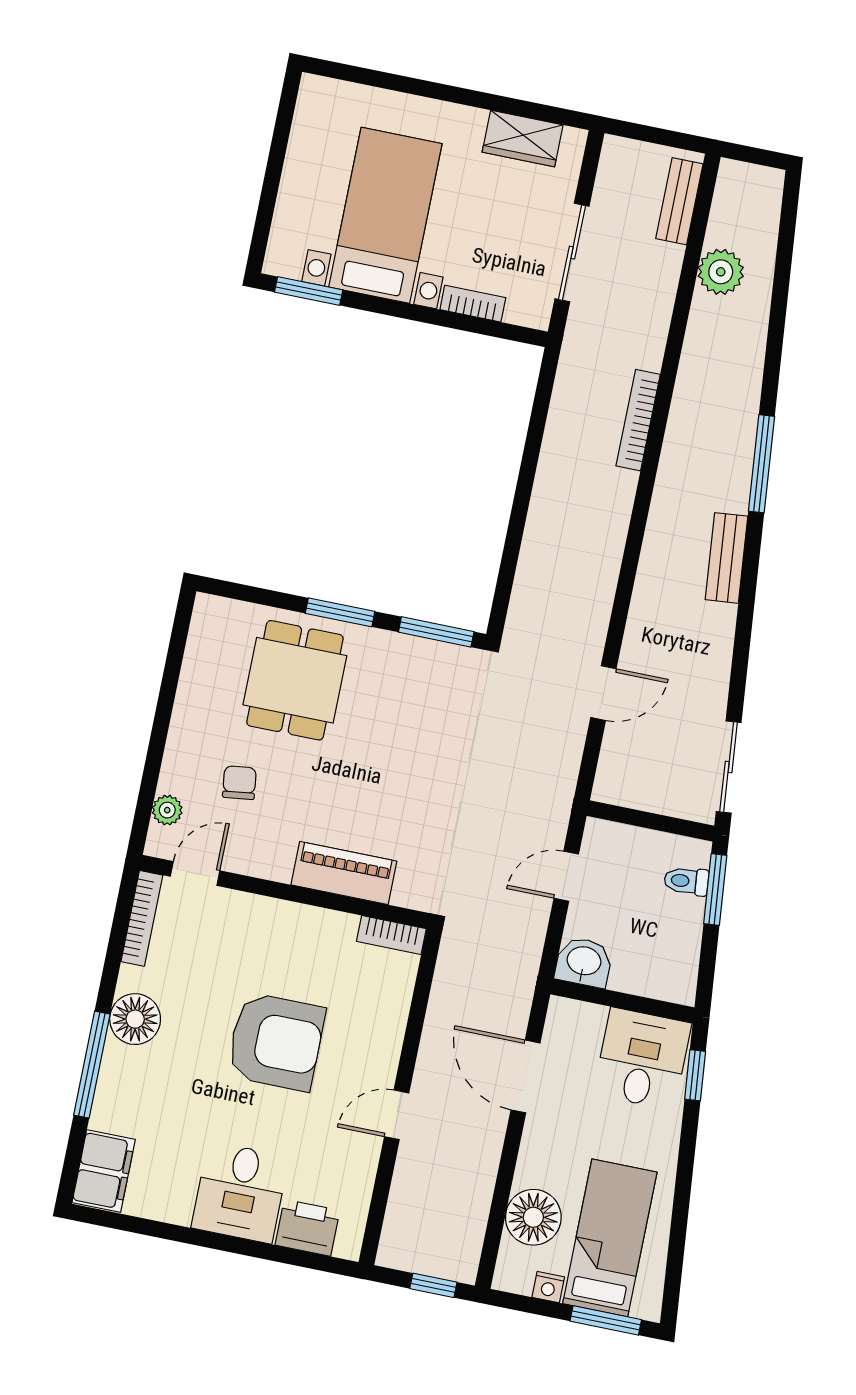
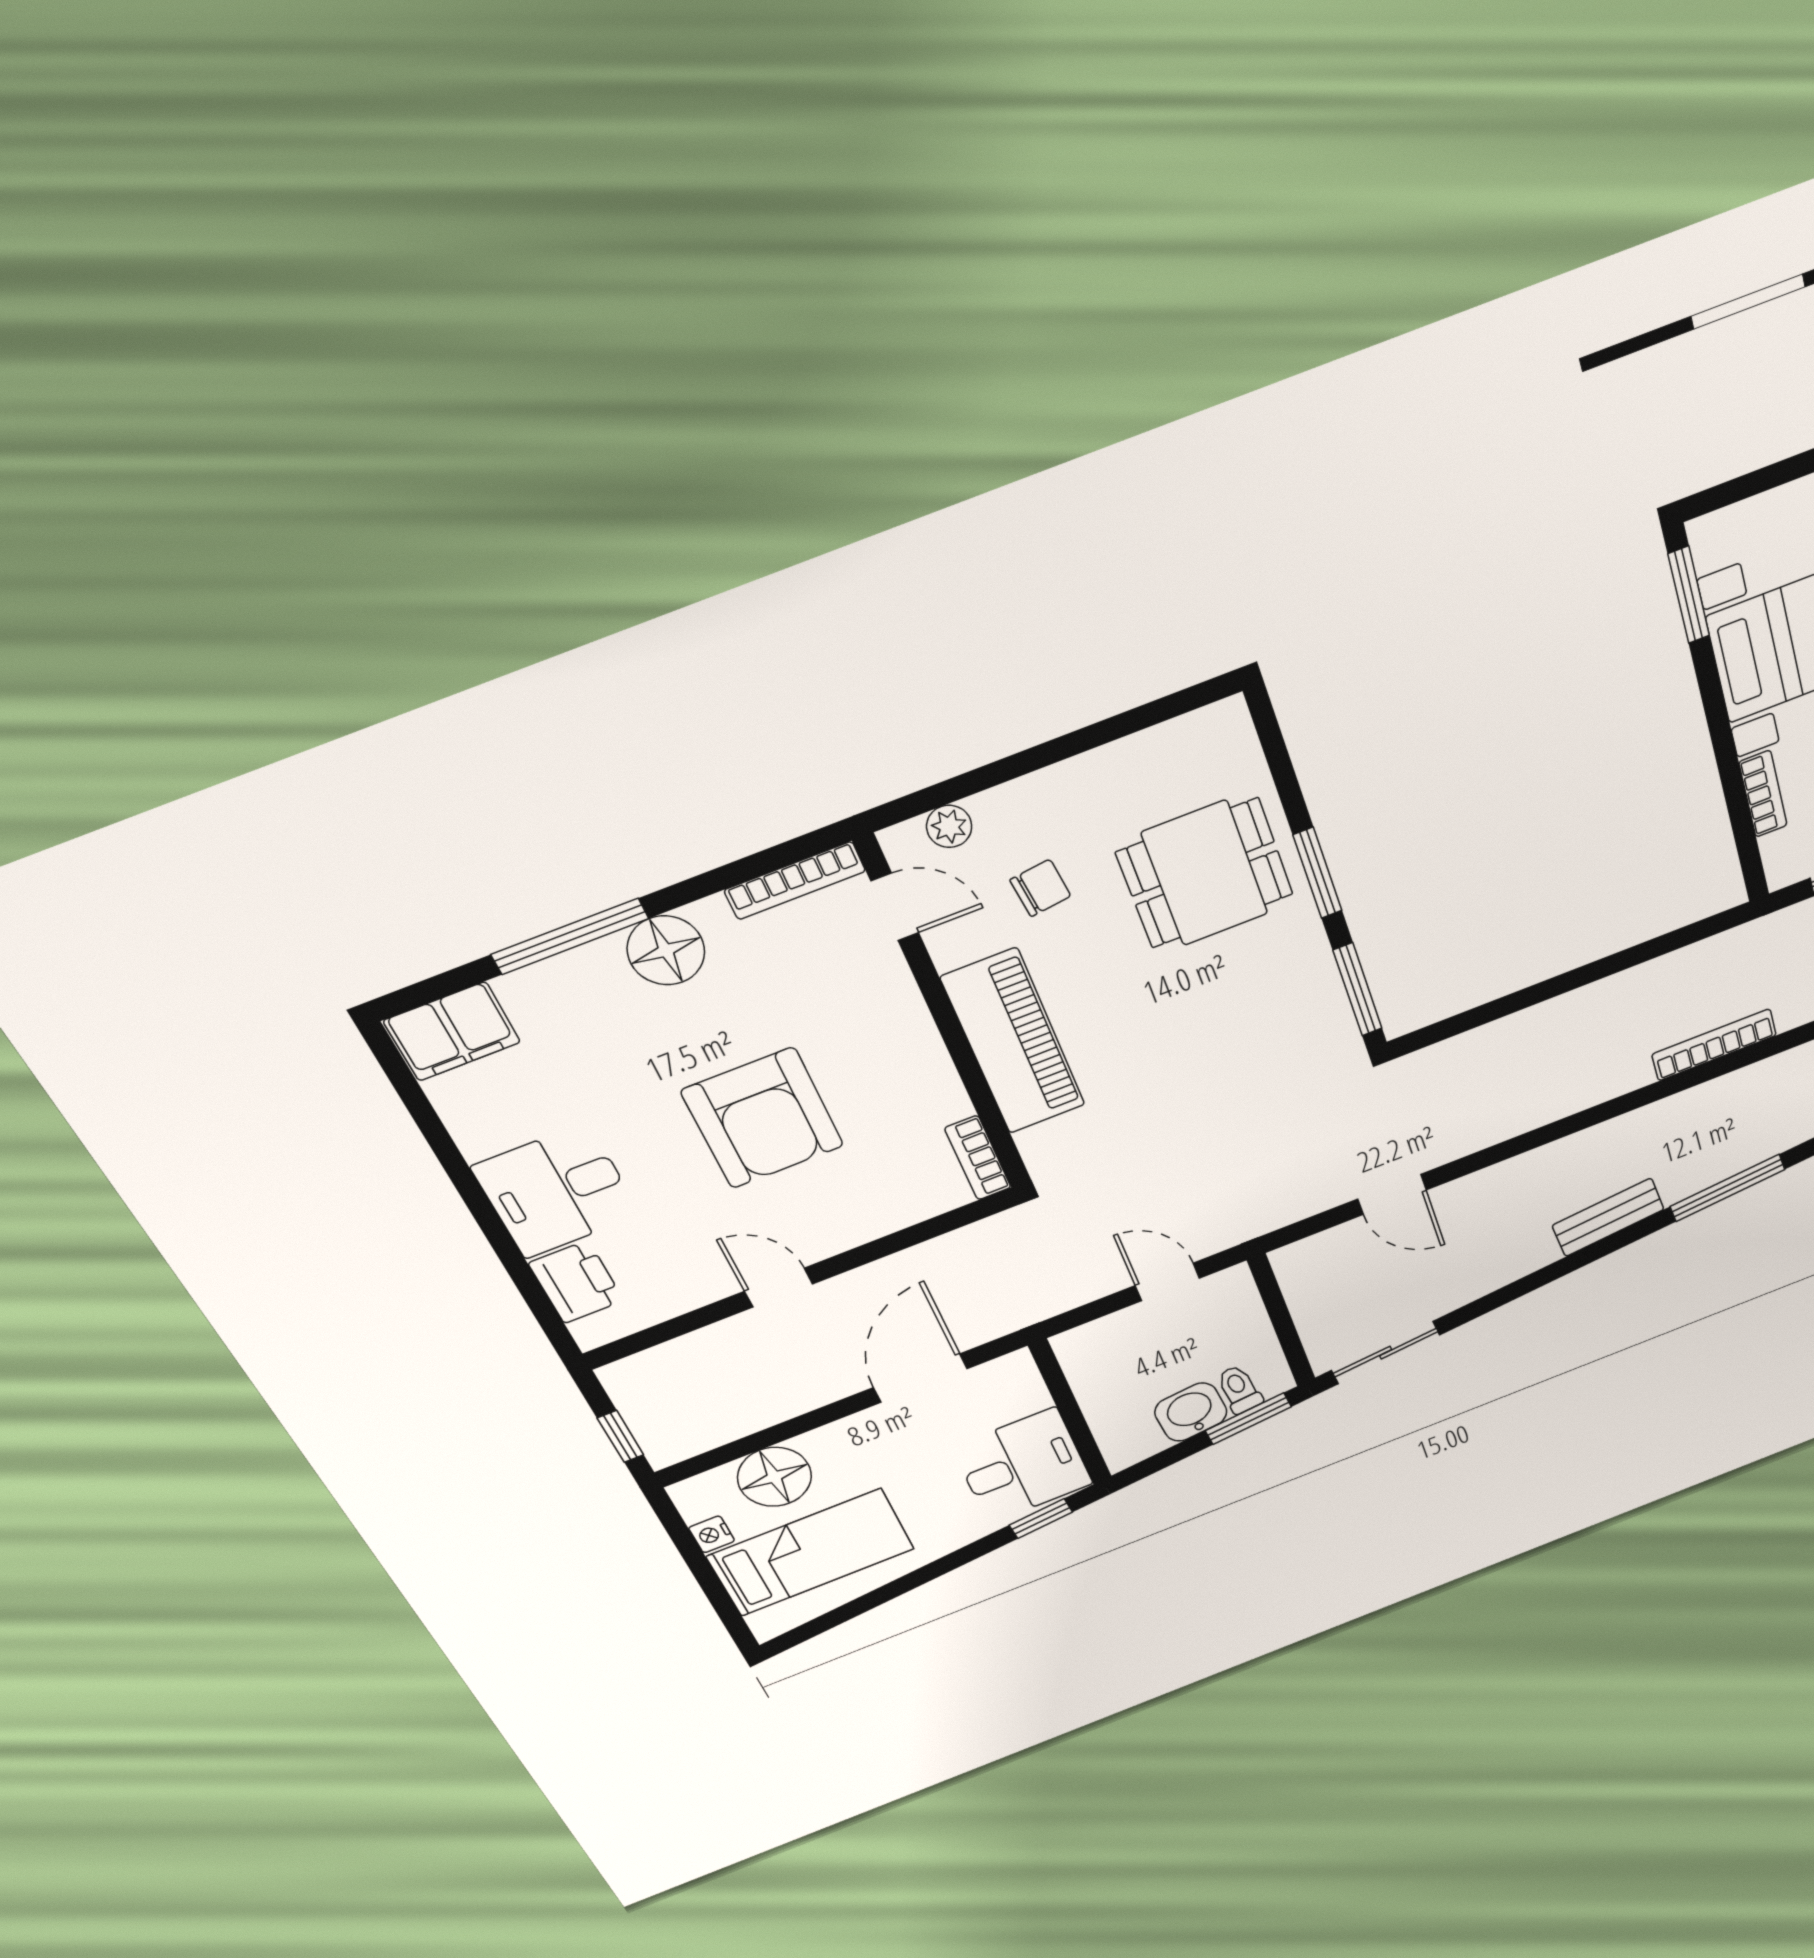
piano: (344, 873) -> (1013, 1042), width x1.37, depth x1.33
washbasin: (584, 962) -> (1191, 1412), moved, turned -95
window: (606, 1320) -> (721, 1601), removed

